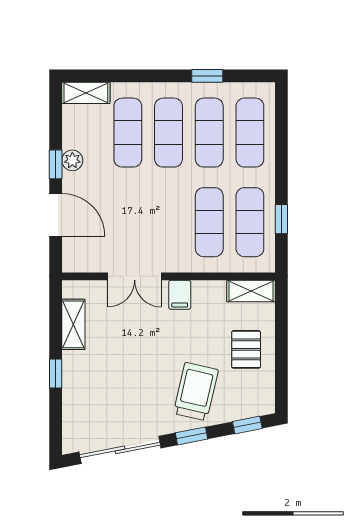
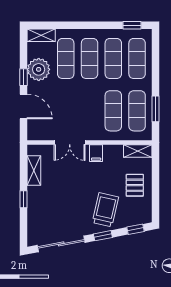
window: (207, 76) -> (132, 25), moved
plant: (72, 160) -> (39, 69), width x1.88, depth x1.88
window: (281, 219) -> (155, 109), width x1.50

